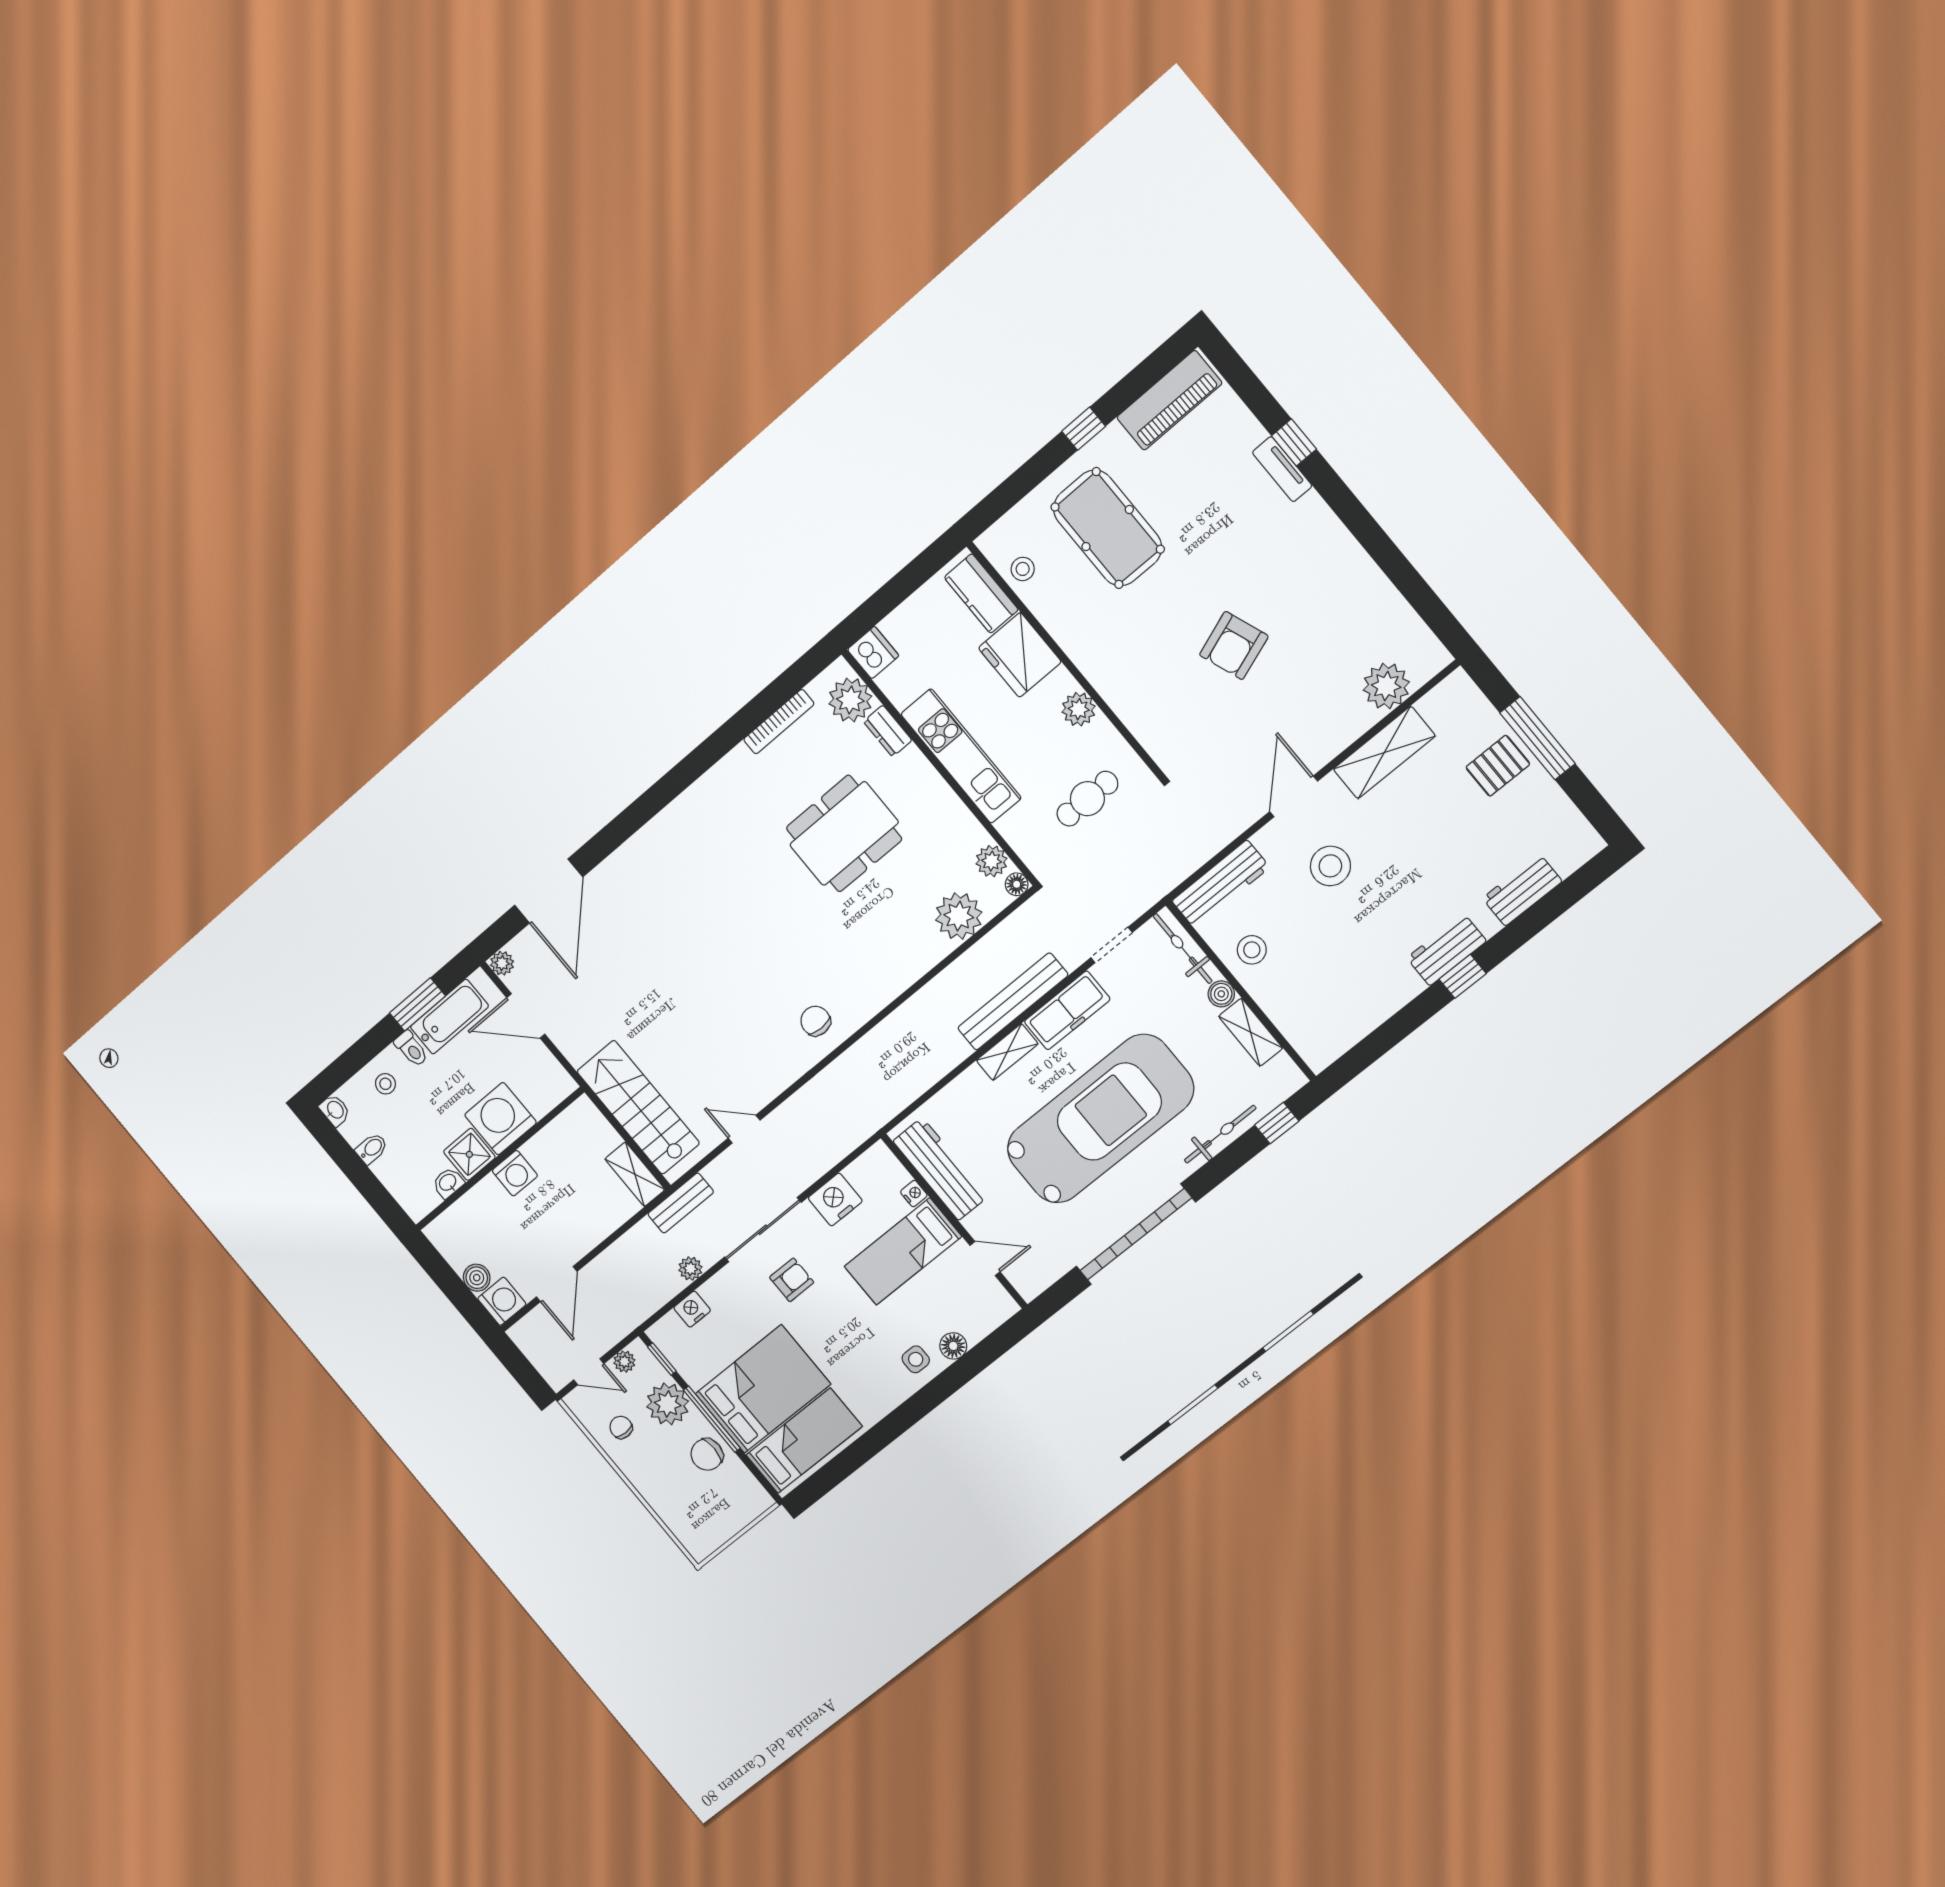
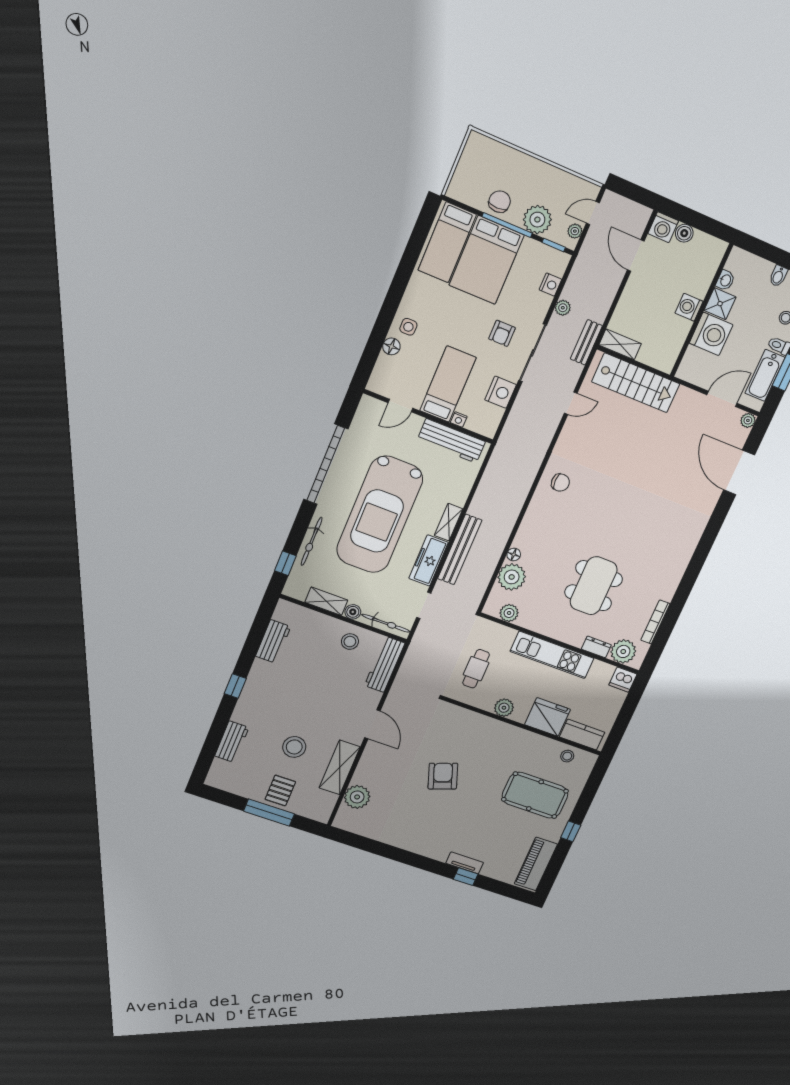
stool: (1330, 866) -> (294, 747), moved
floor lamp: (1017, 884) -> (514, 554), moved
workbench: (1447, 950) -> (273, 641), moved
chair: (621, 1427) -> (558, 190), removed

